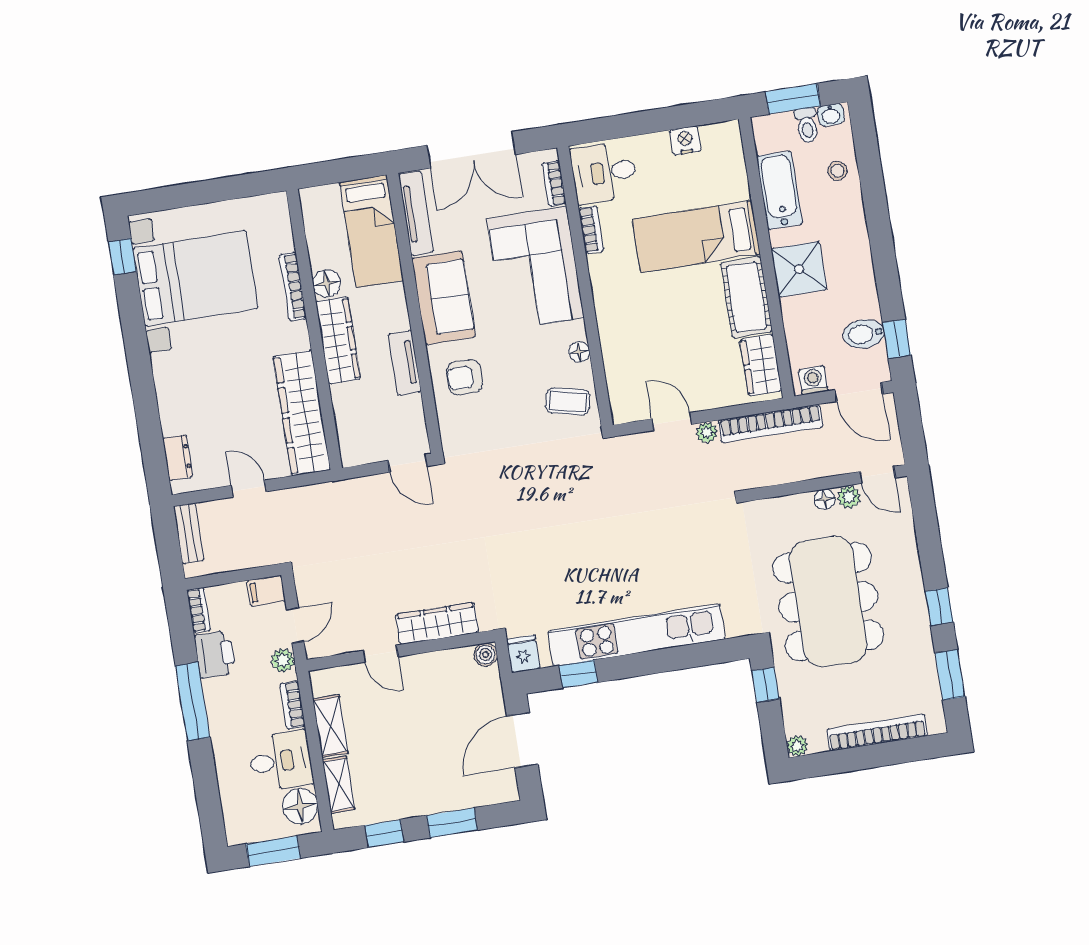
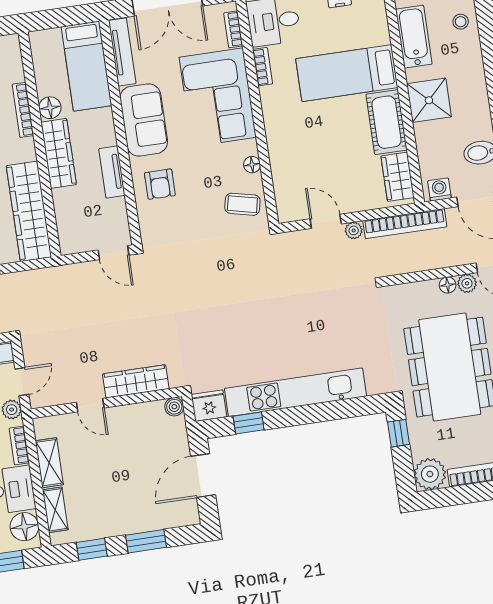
armchair: (465, 377) -> (160, 184), turned -90
fridge: (523, 654) -> (209, 406), width x1.38
plant: (797, 746) -> (430, 474), width x1.88, depth x1.88

